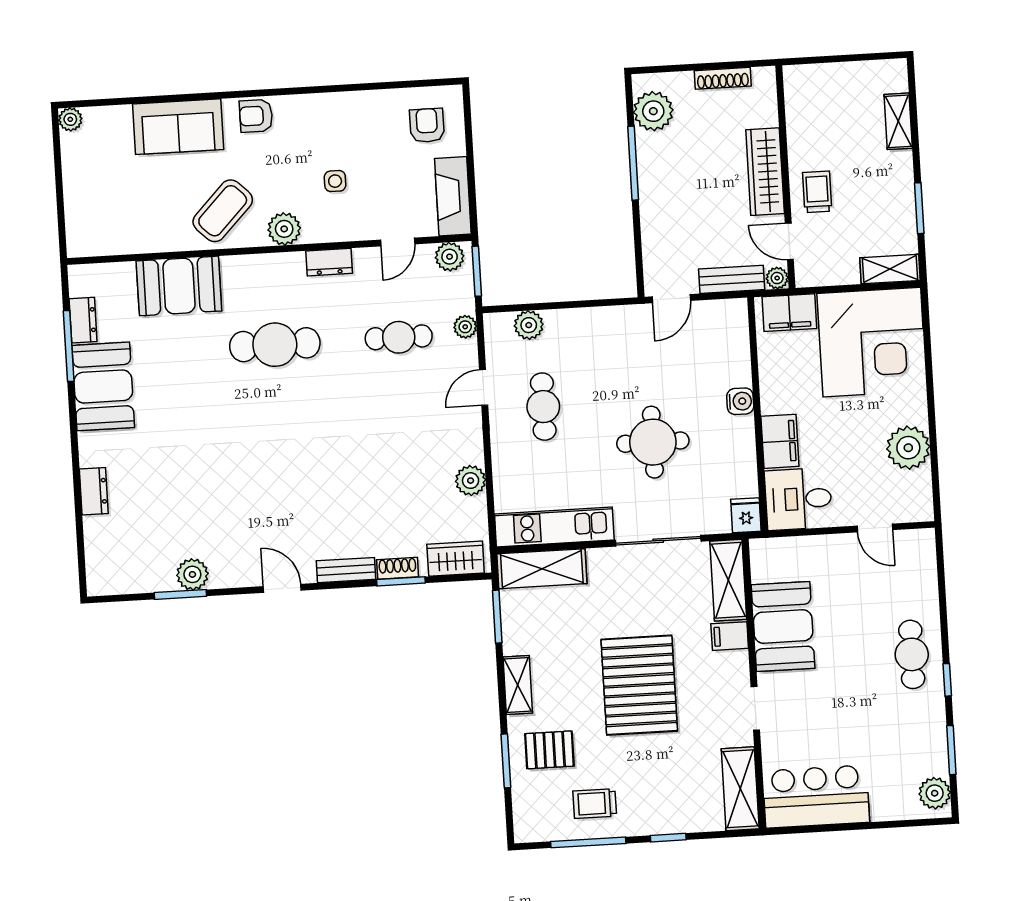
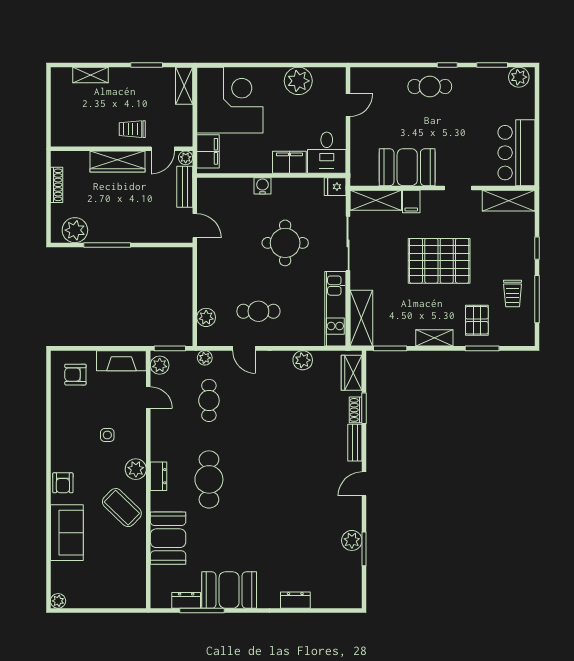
dresser: (329, 262) -> (159, 476), moved

